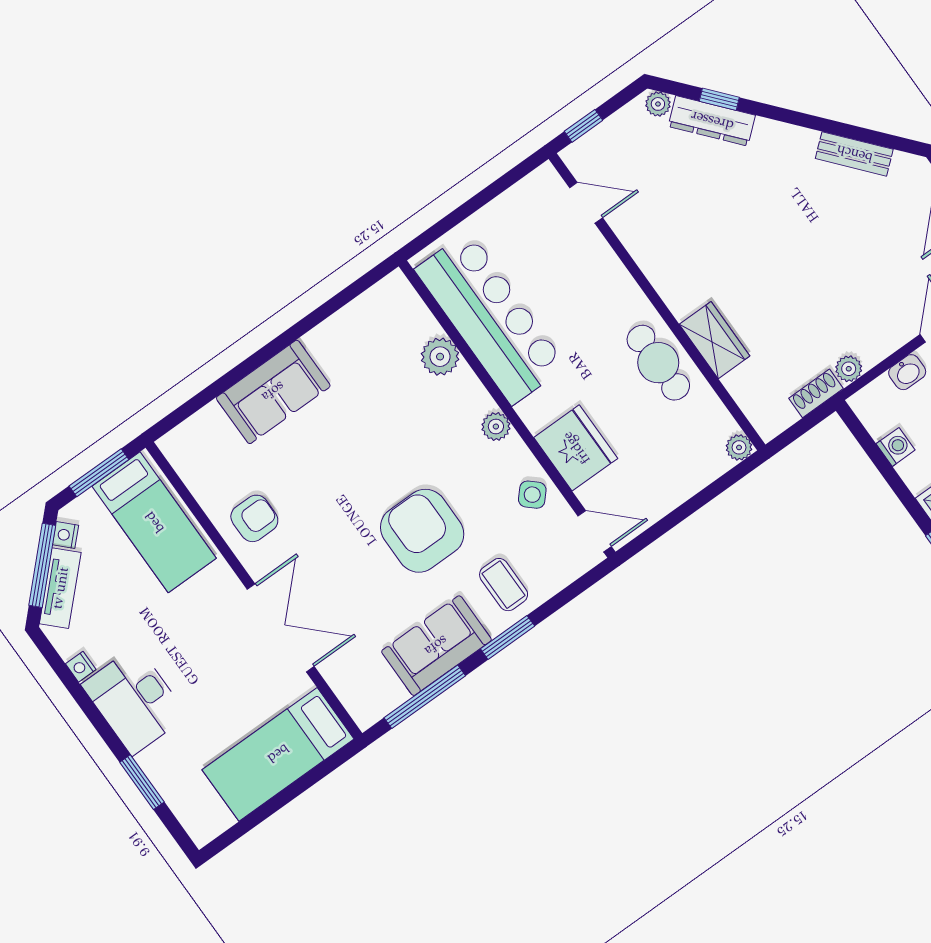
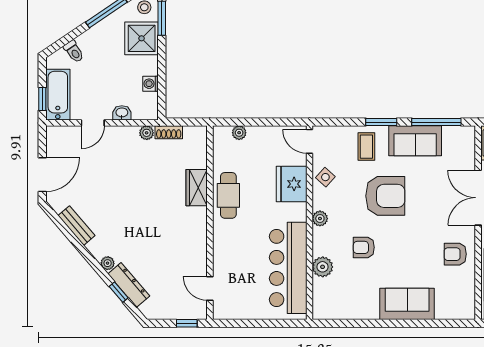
plant: (658, 104) -> (108, 263), moved
armchair: (399, 430) -> (364, 247), added
plant: (739, 447) -> (239, 133), moved
armchair: (422, 531) -> (385, 196), turned -90

